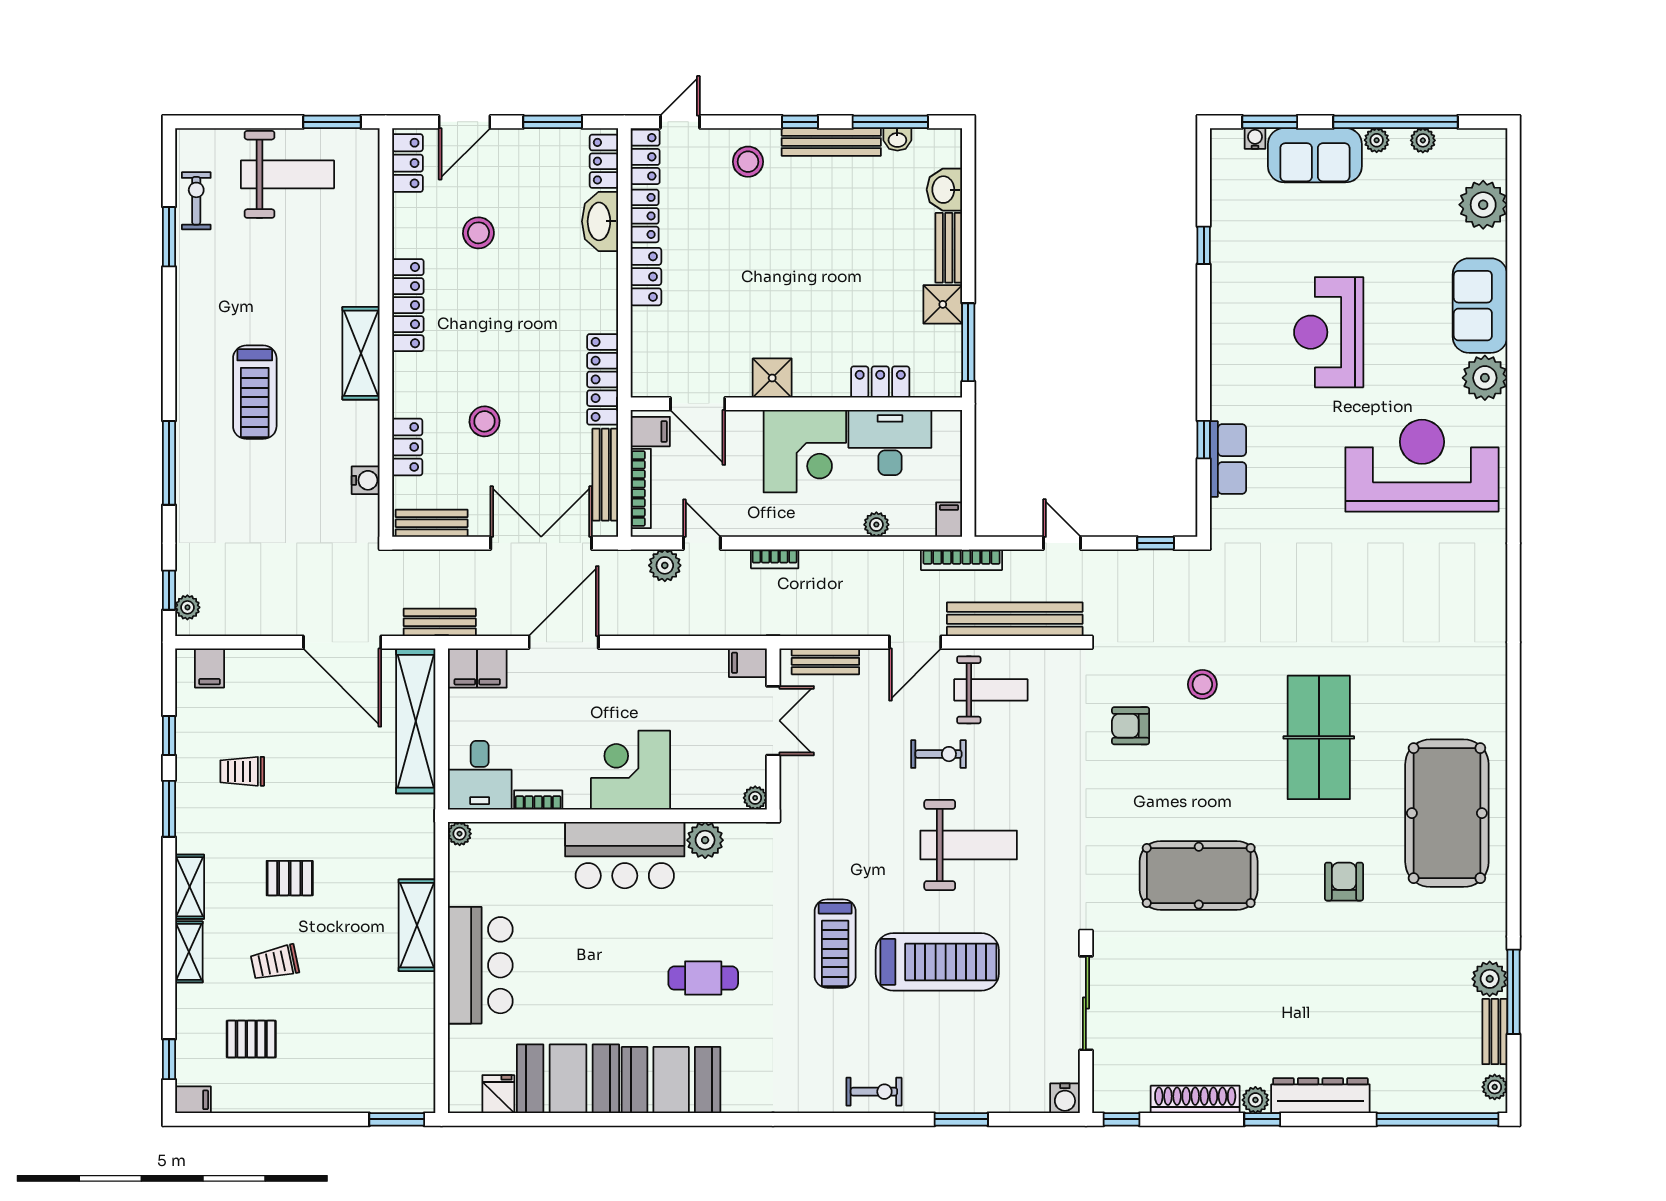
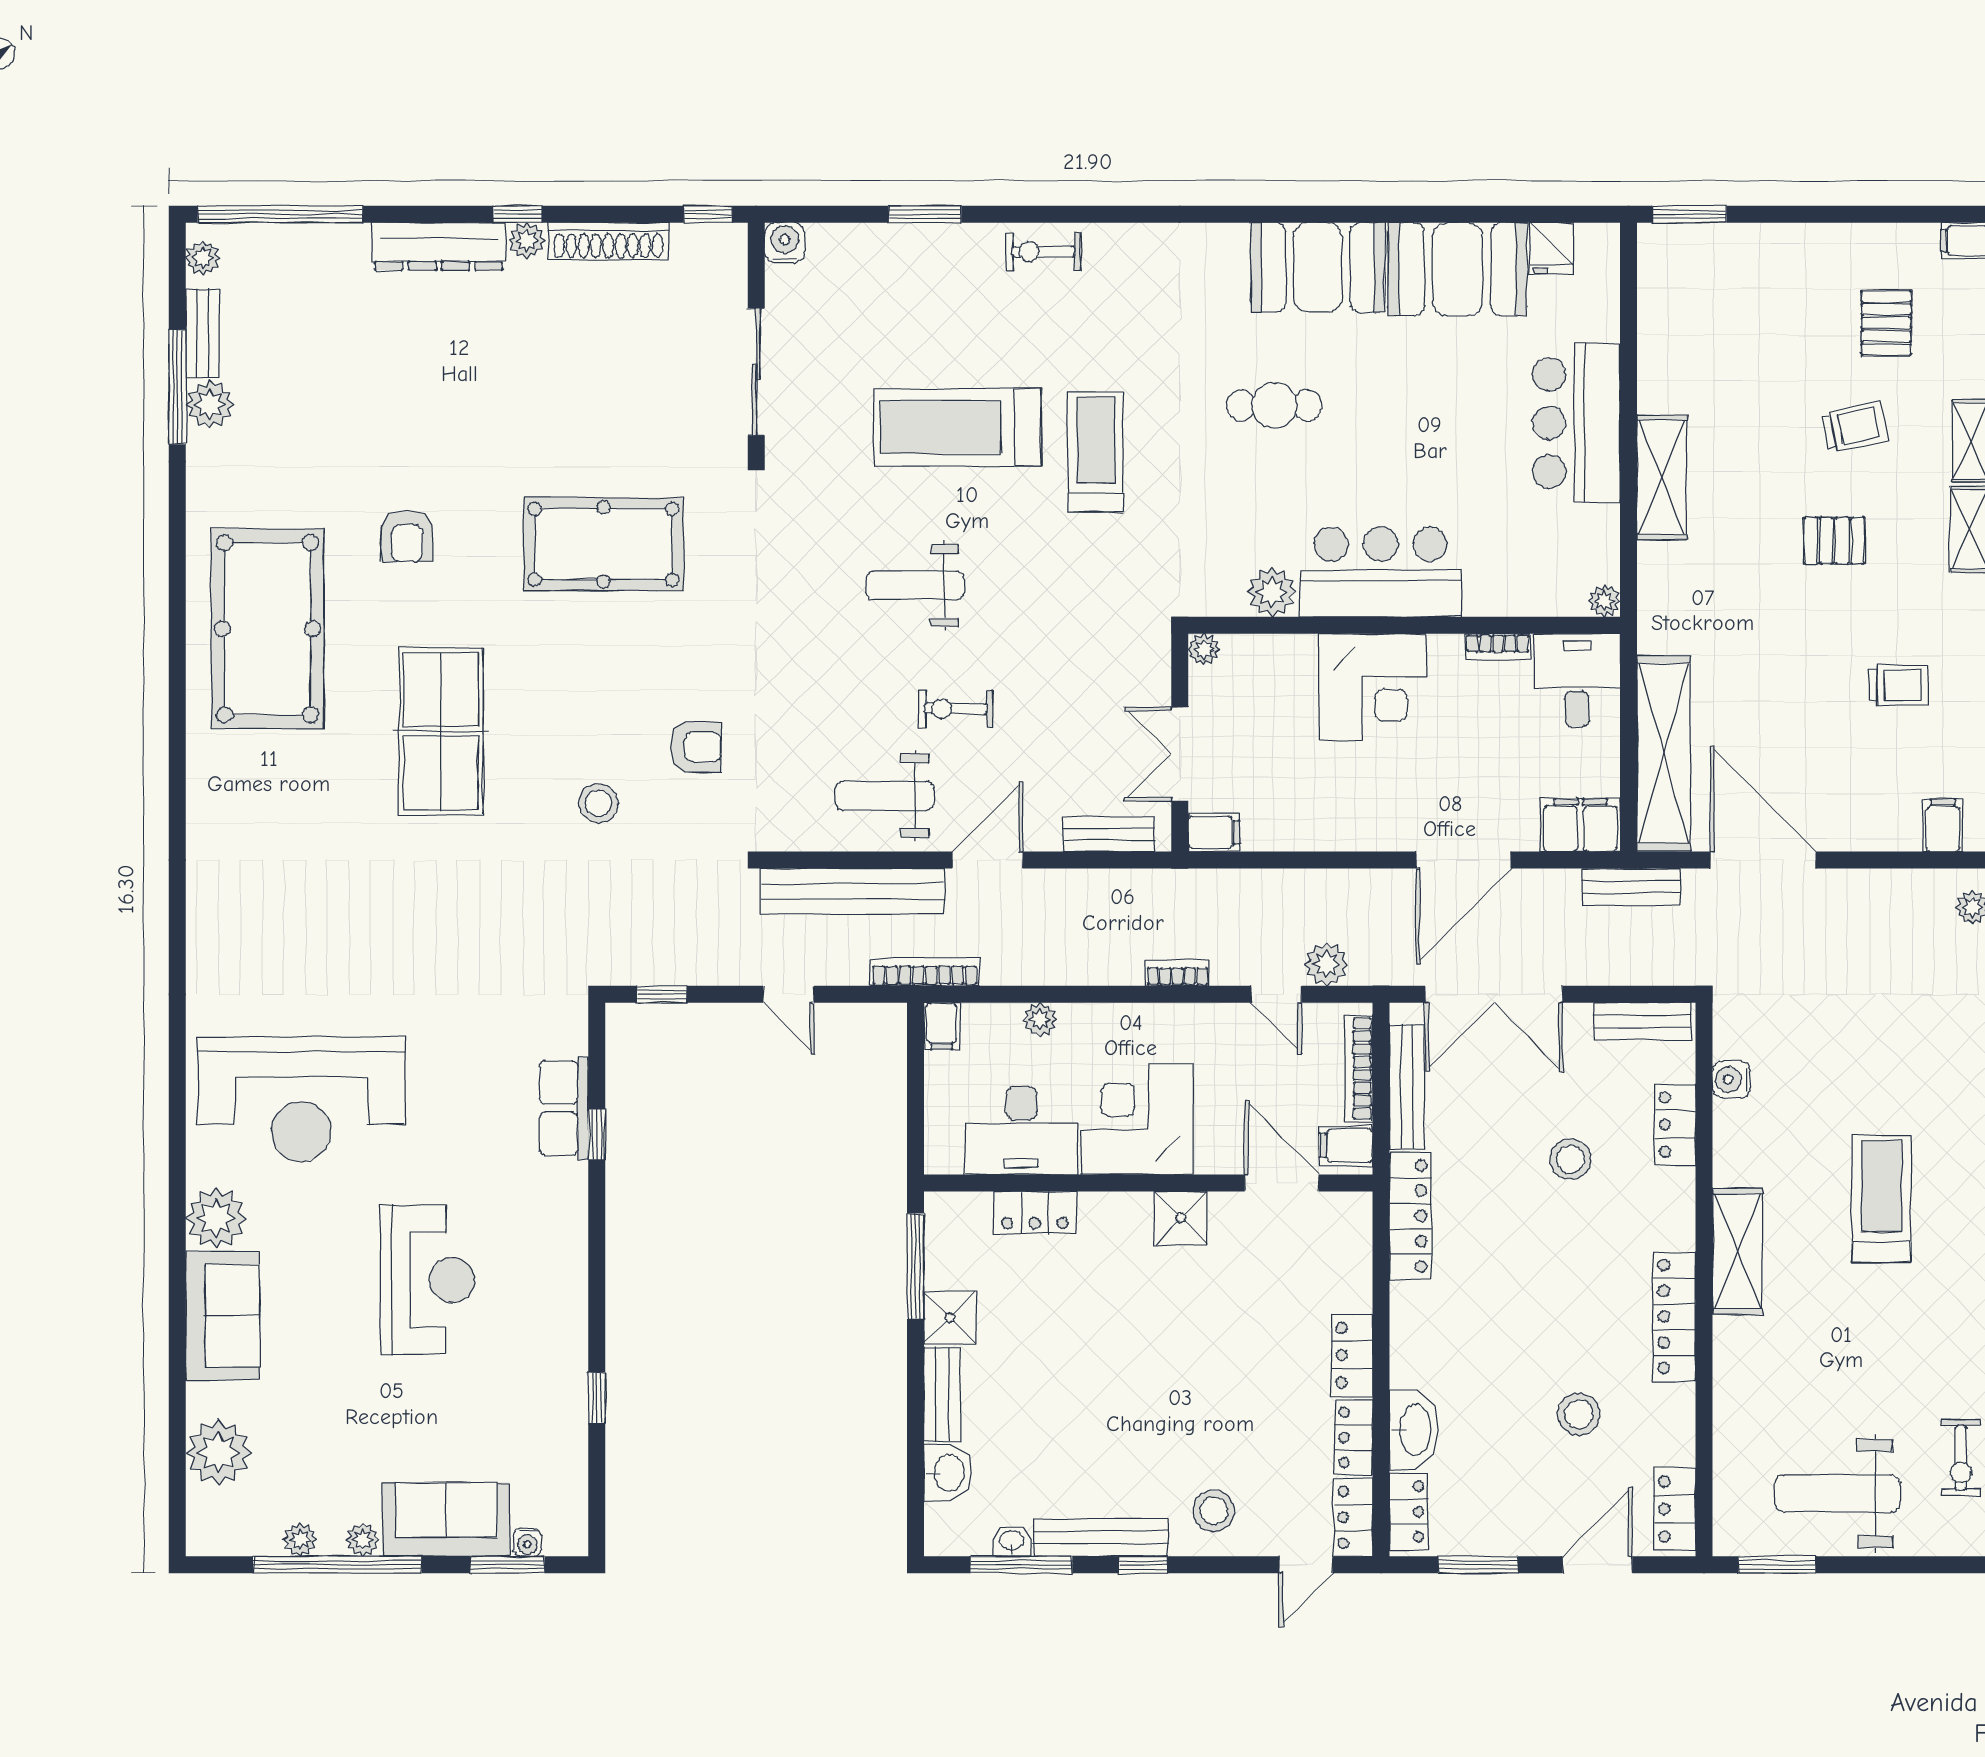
weight bench: (969, 845) -> (915, 586), width x0.73, depth x0.75
pallet: (251, 1039) -> (1886, 323), turned 90

